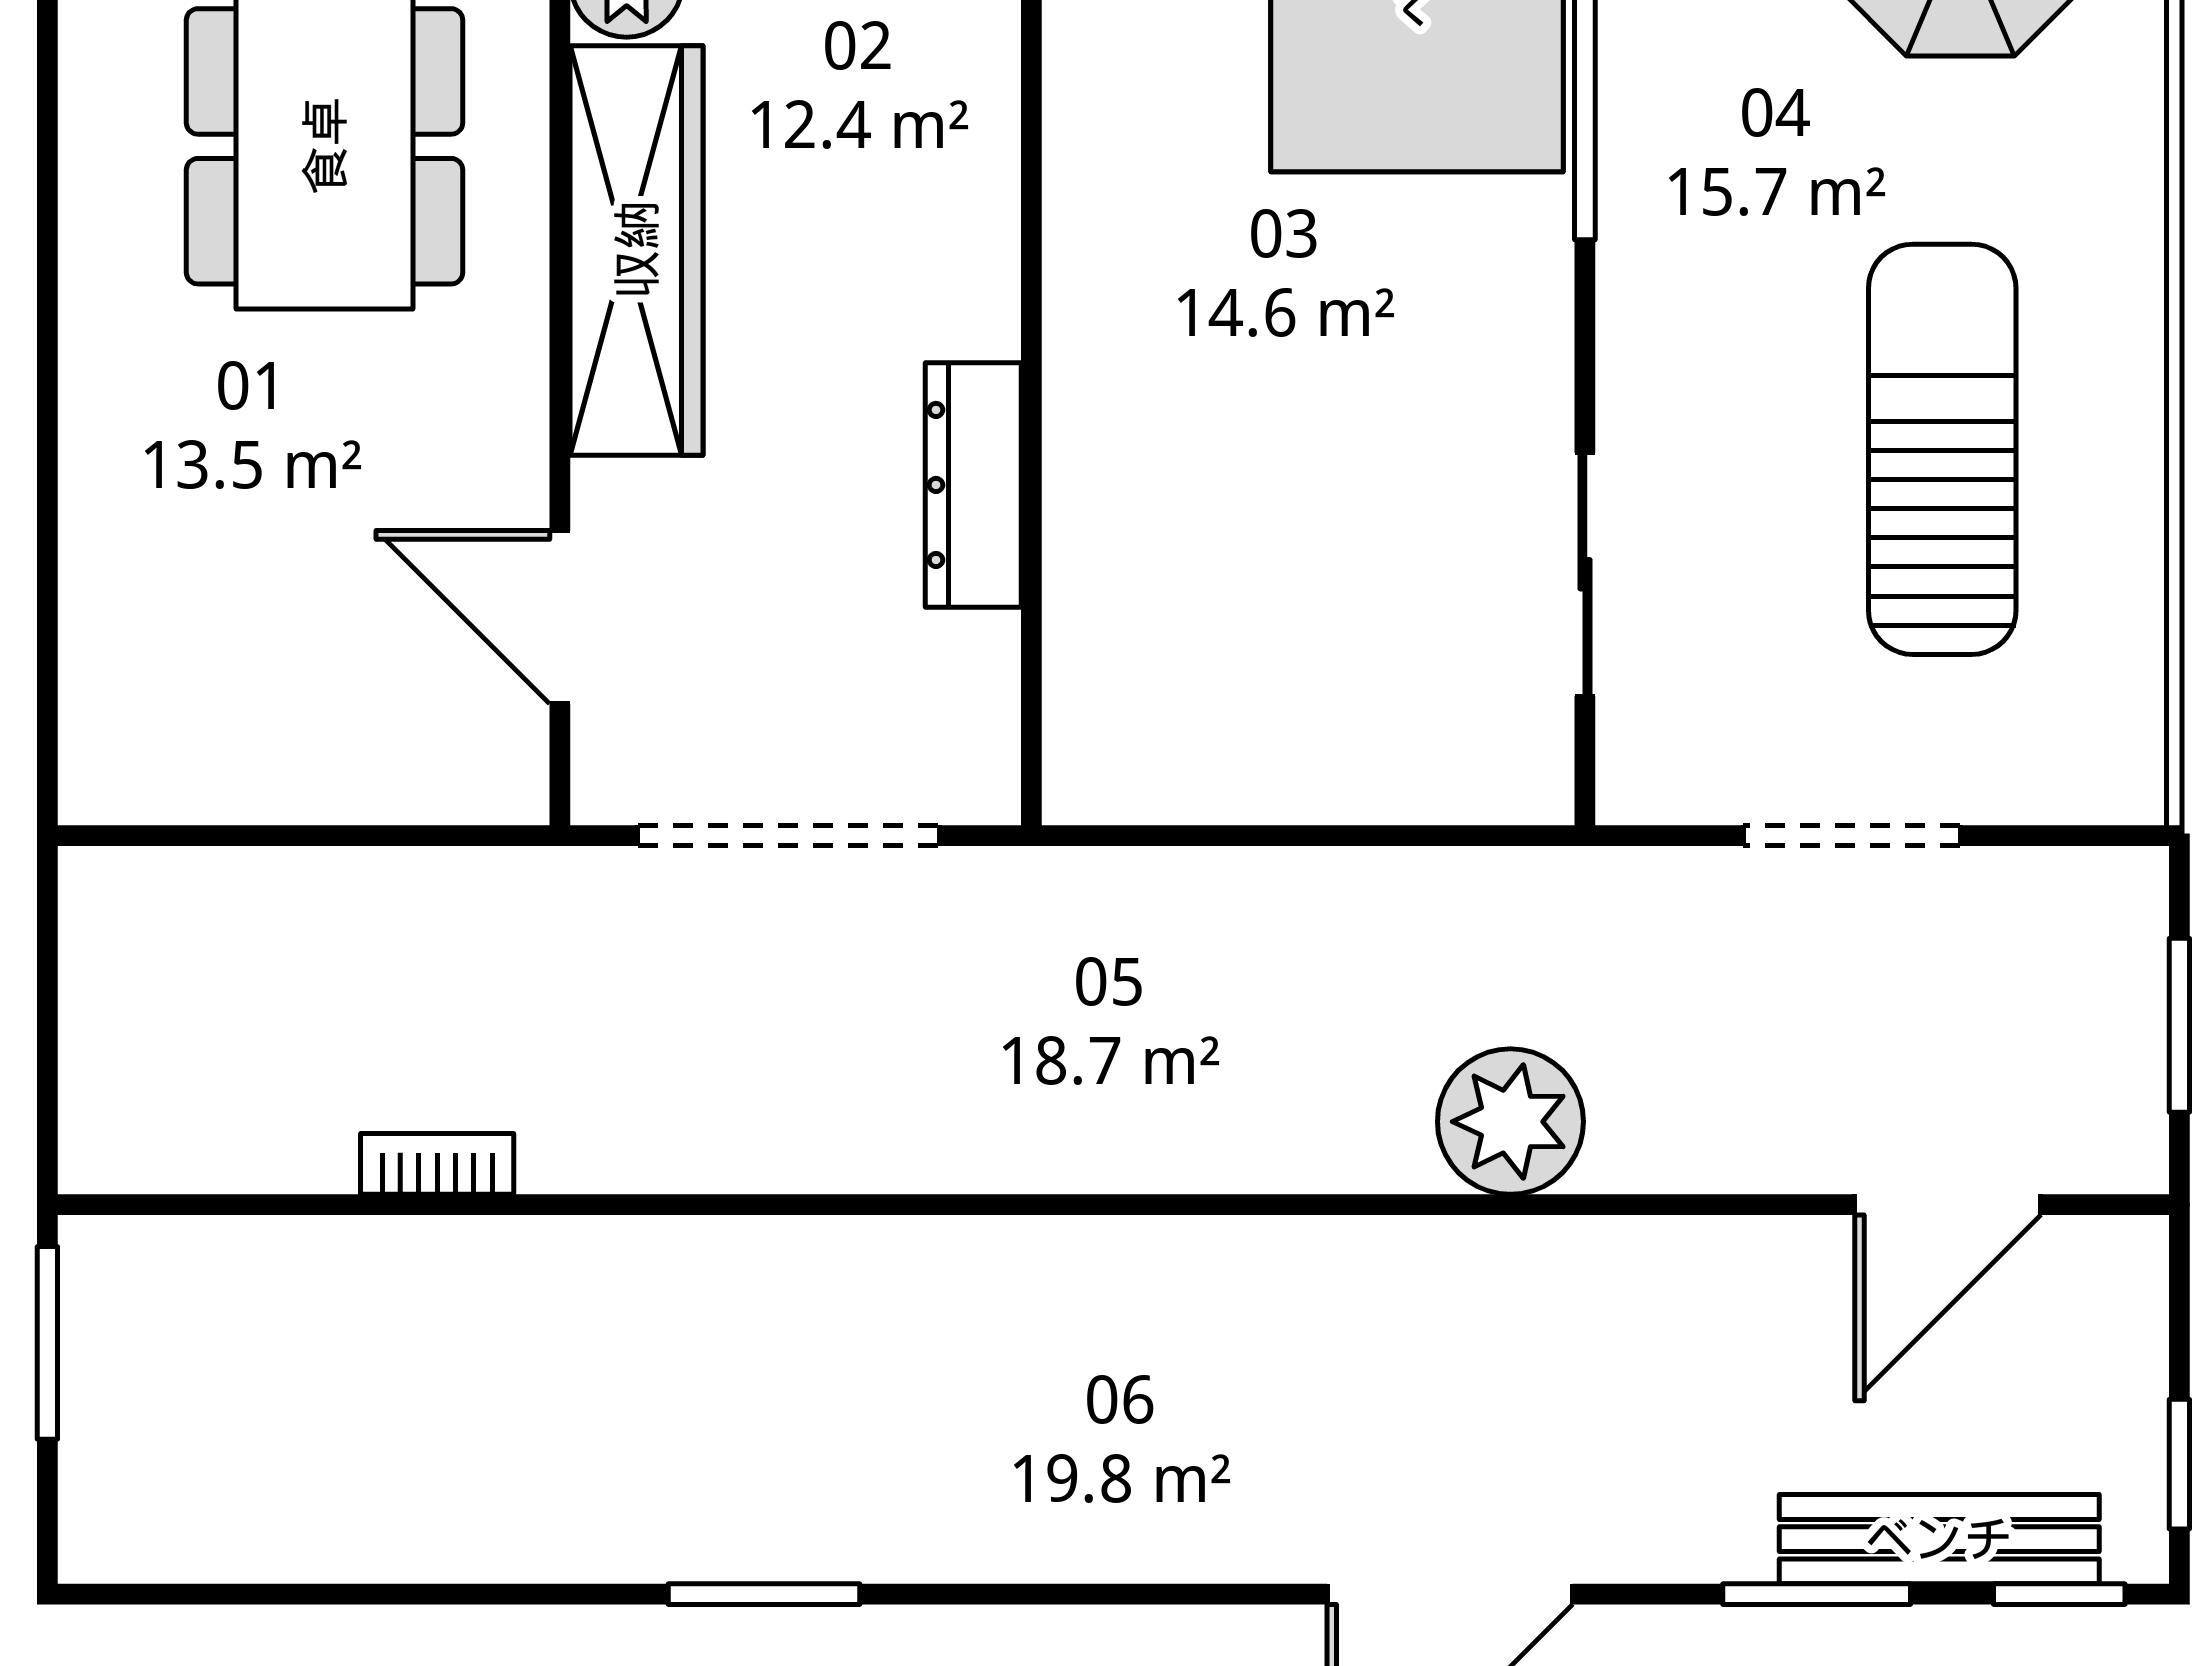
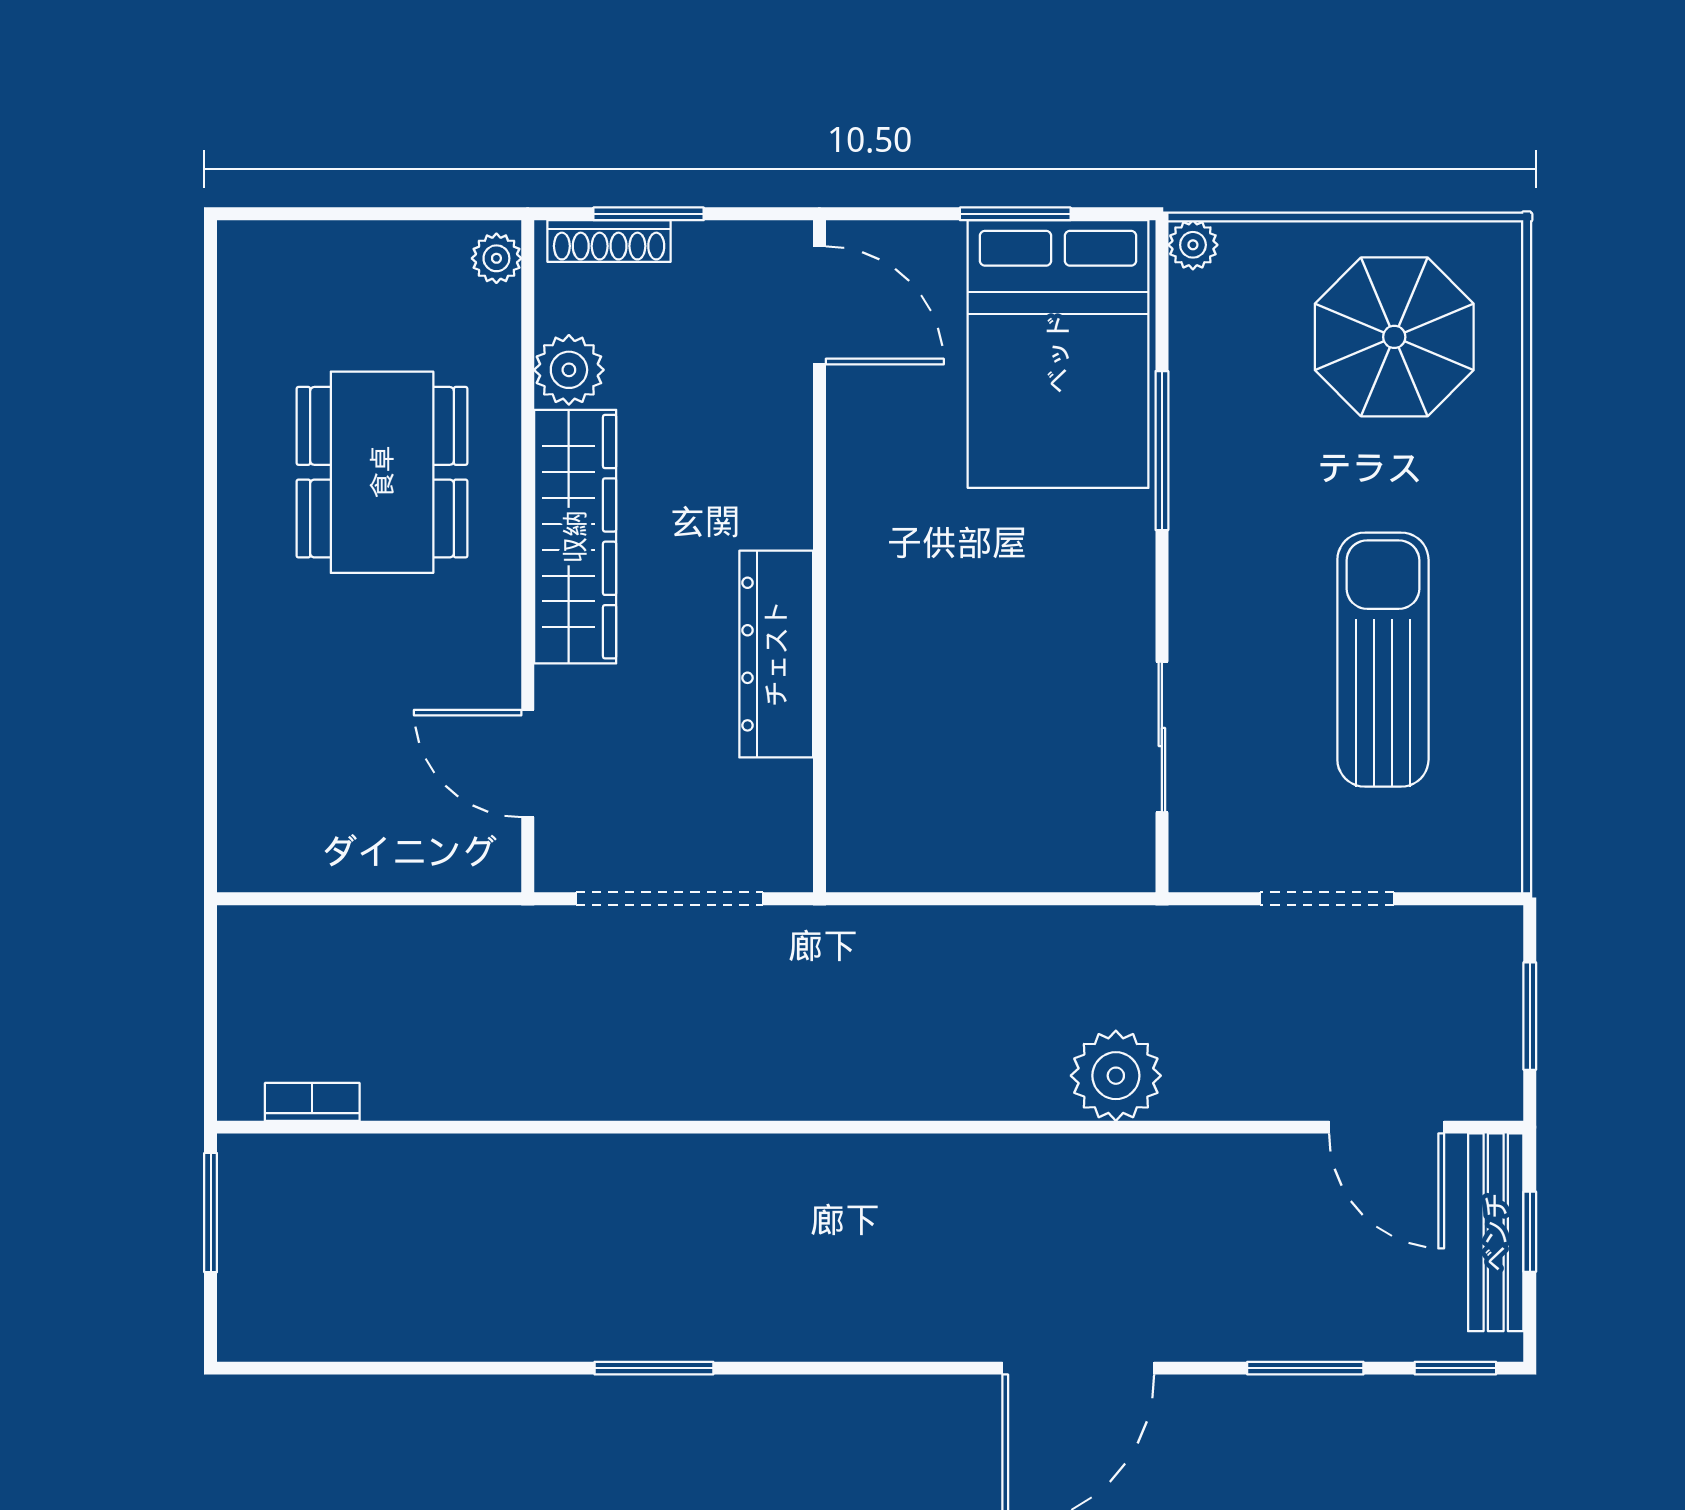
dresser: (973, 485) -> (776, 654), width x1.37, depth x1.24
bookcase: (437, 1164) -> (312, 1102), moved
door: (1948, 1205) -> (1387, 1127), hinge flipped
window: (2179, 1464) -> (1530, 1232), moved
bench: (1939, 1539) -> (1496, 1232), moved, turned 90

